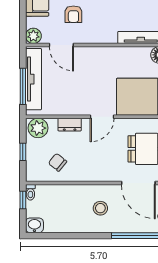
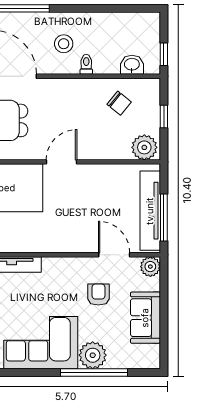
window: (23, 86) -> (164, 218), moved
dresser: (70, 125) -> (103, 152), removed
toilet: (30, 192) -> (86, 64), moved
washbasin: (34, 225) -> (132, 65), moved, turned 180

